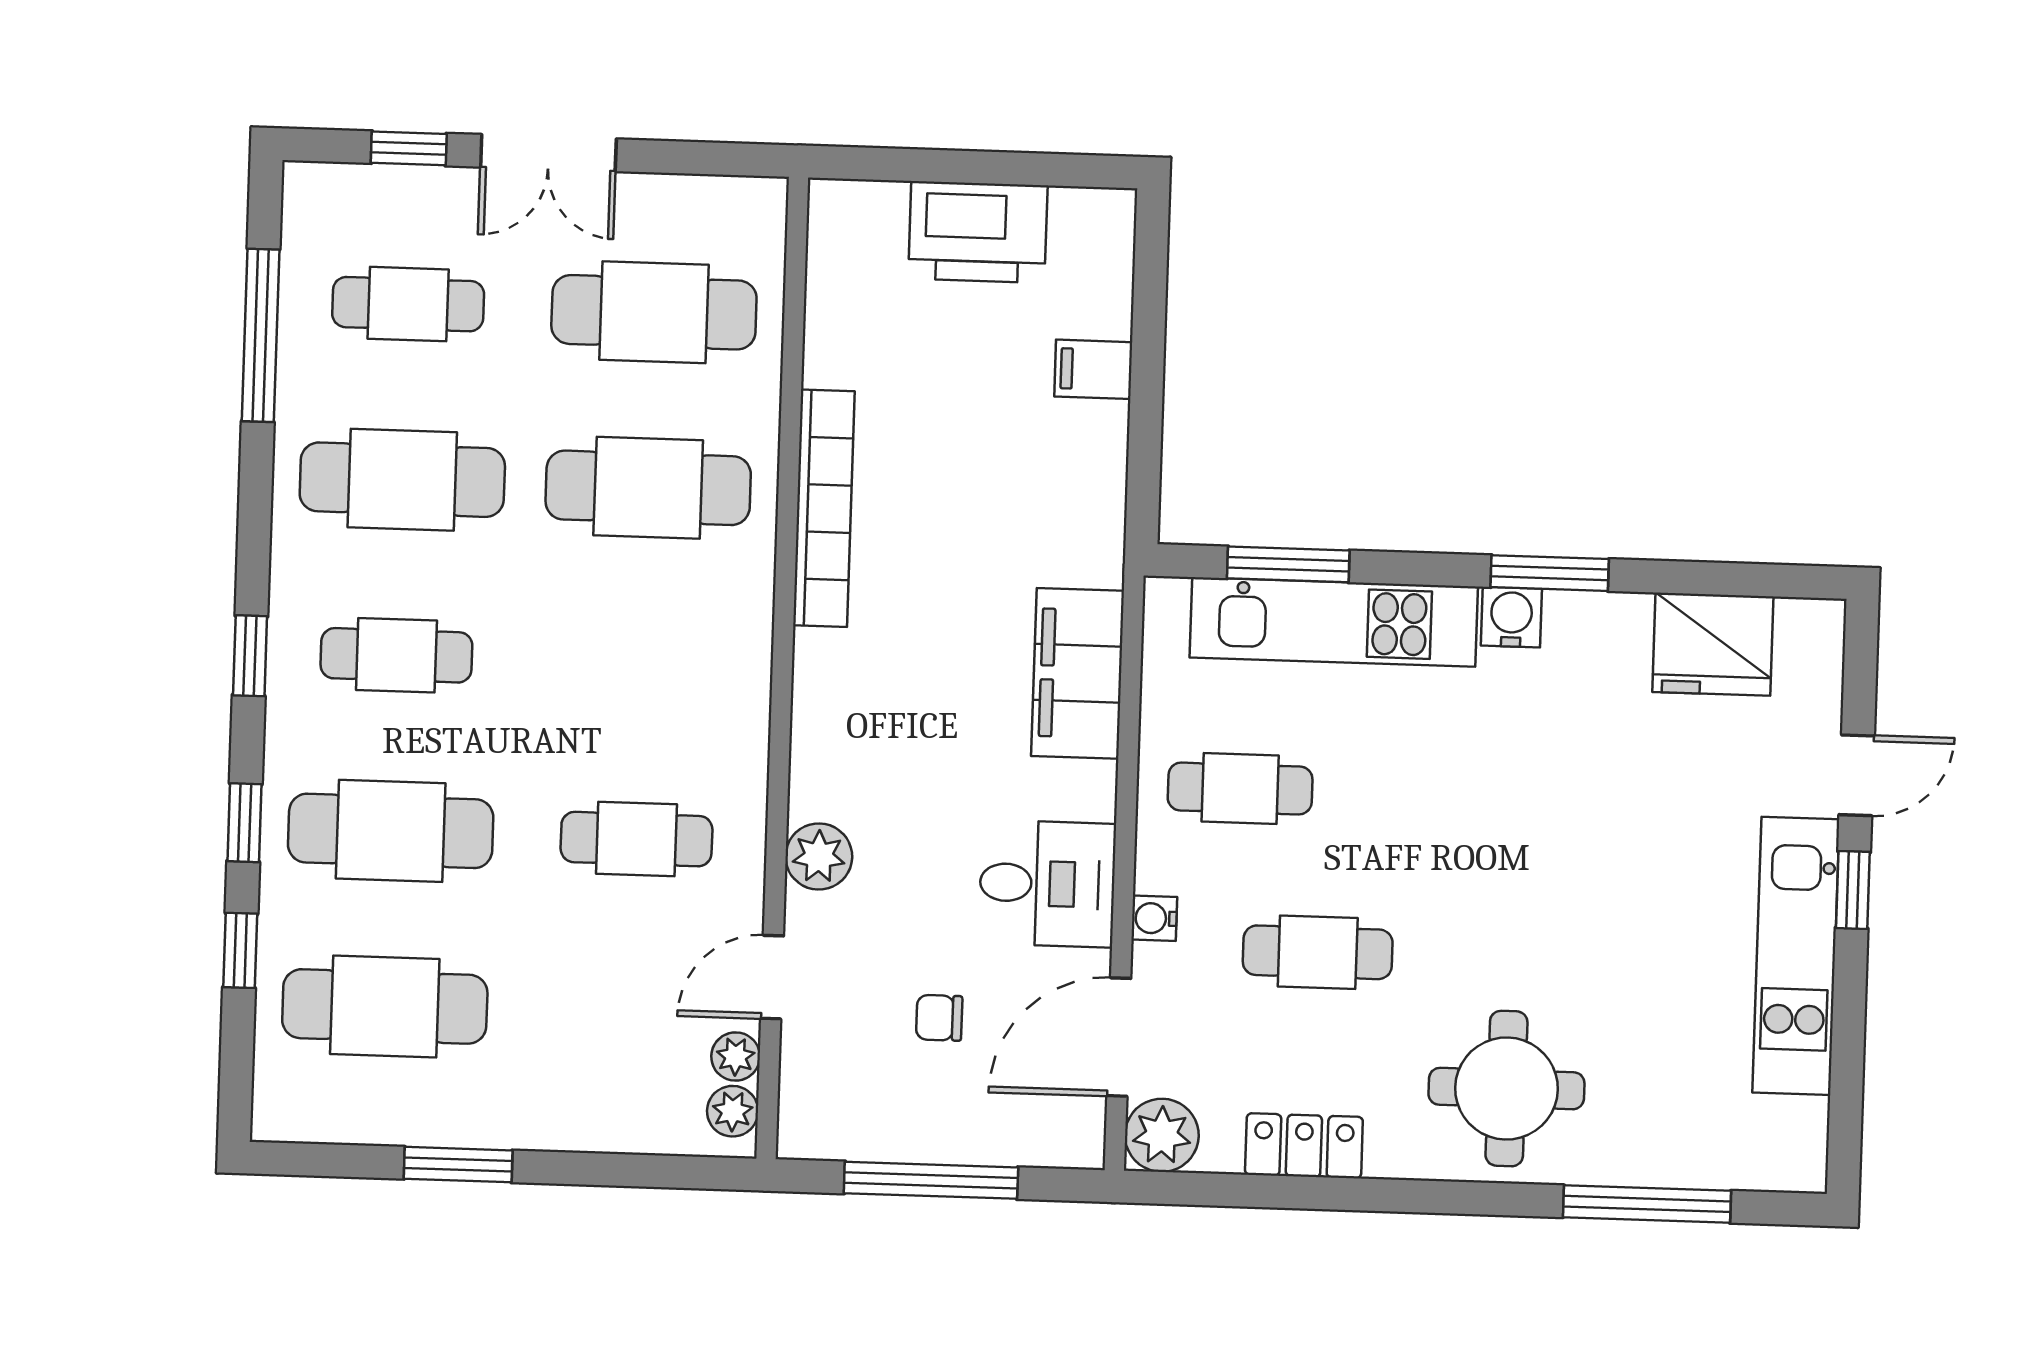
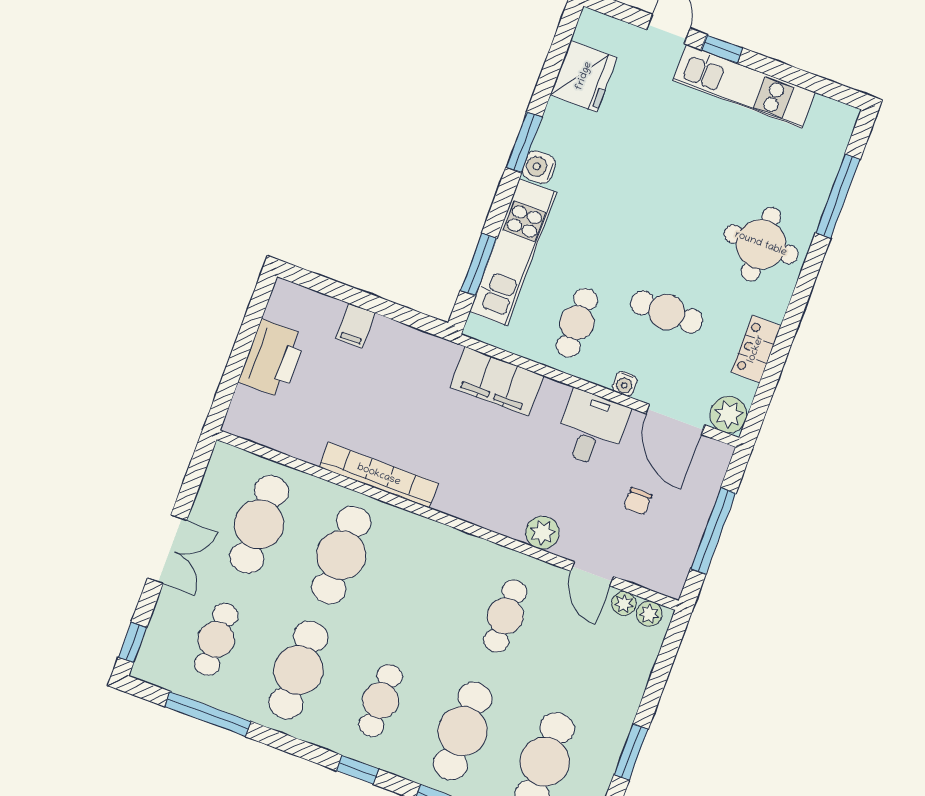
window: (409, 148) -> (132, 642), moved
cafe table: (1318, 952) -> (667, 312), turned 90

